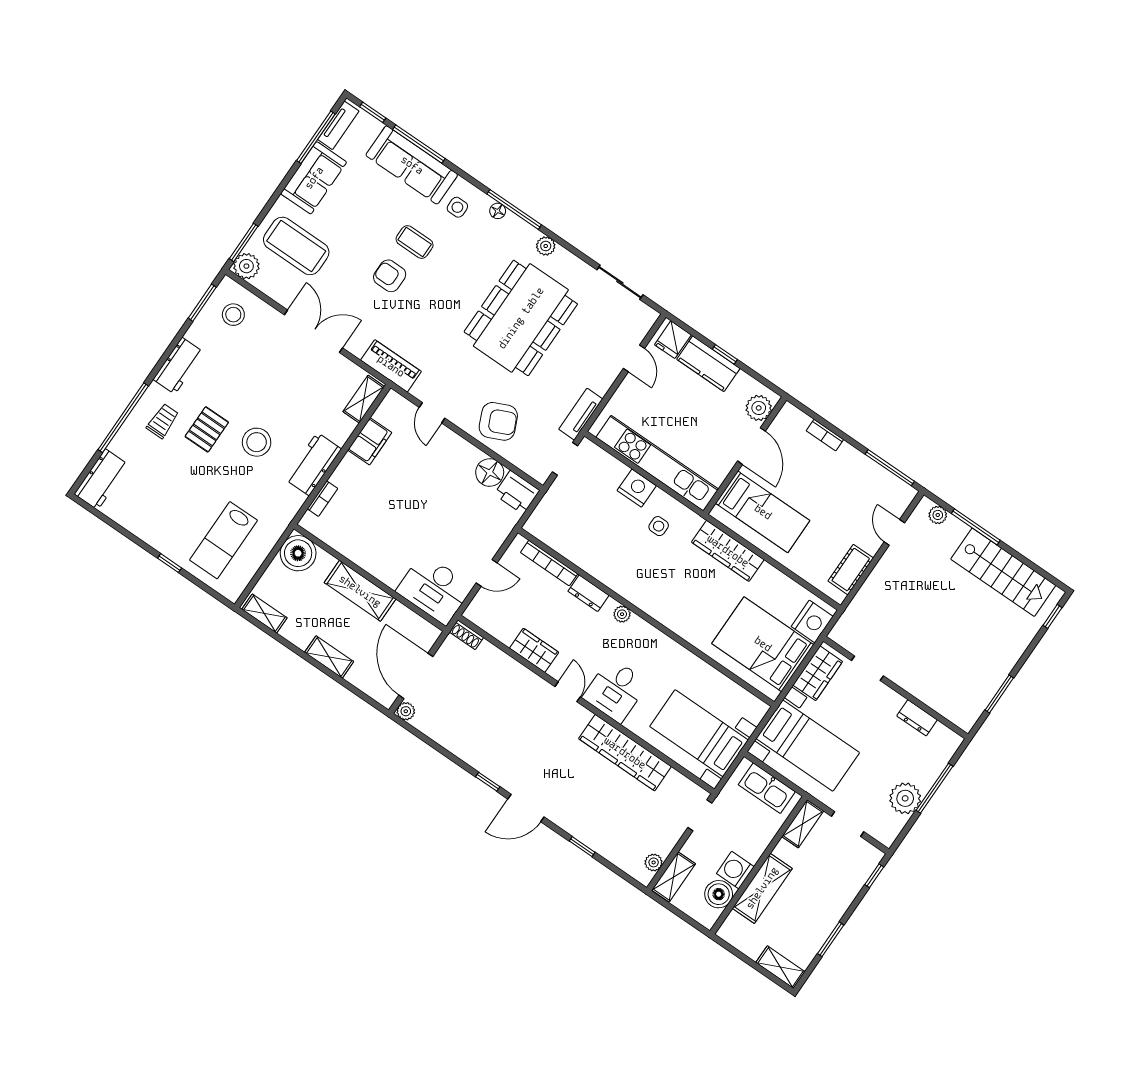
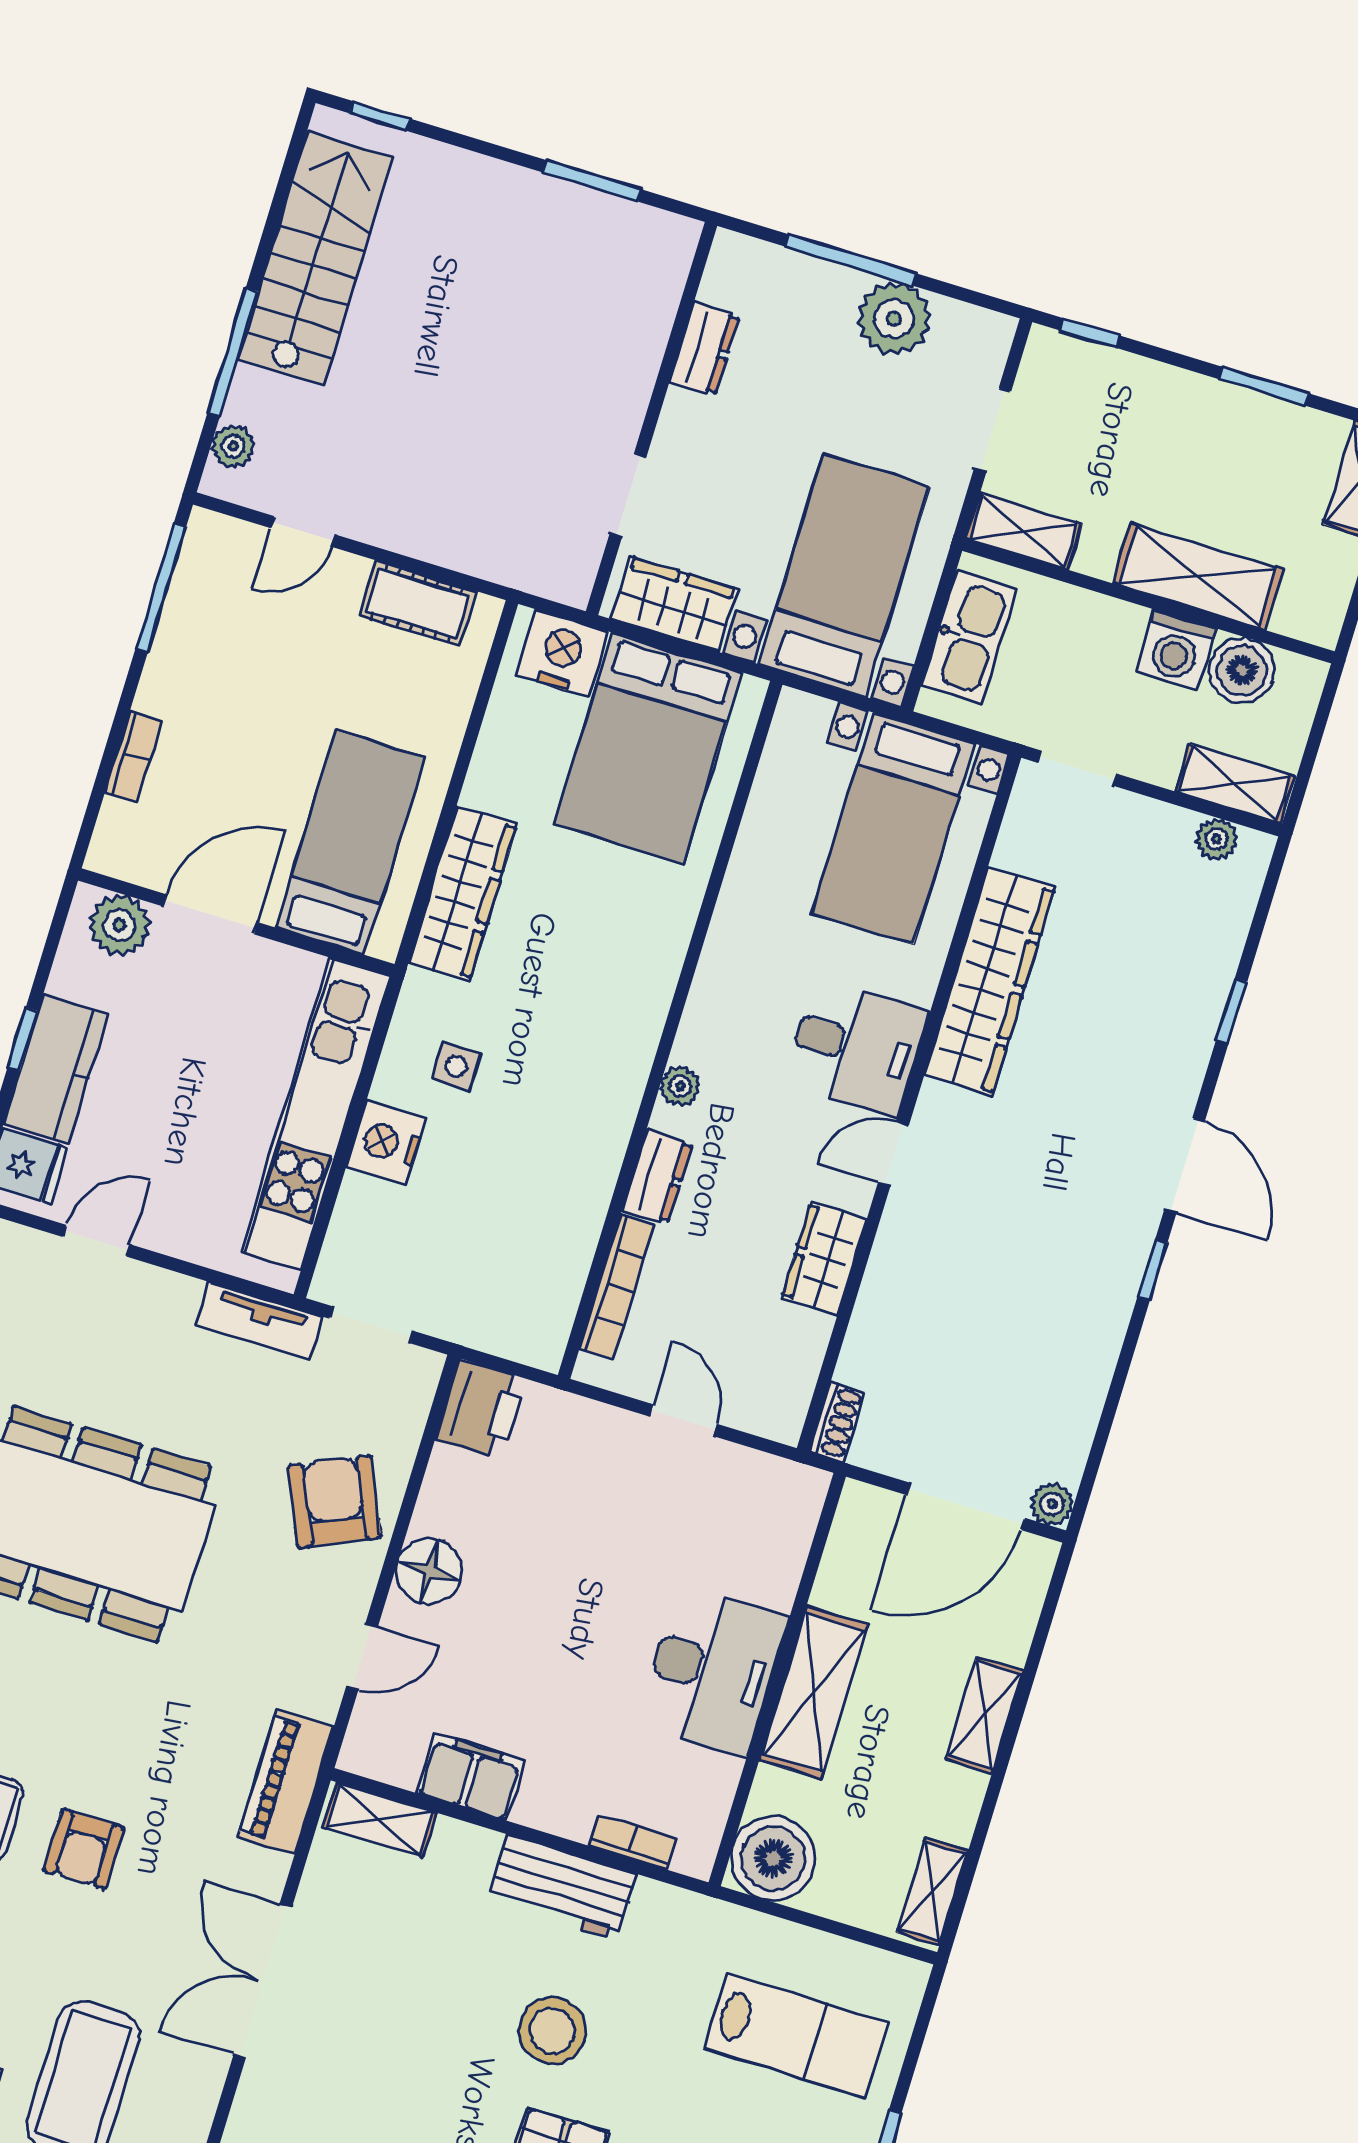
floor lamp: (490, 472) -> (429, 1571), moved
desk: (434, 589) -> (713, 1670), moved

